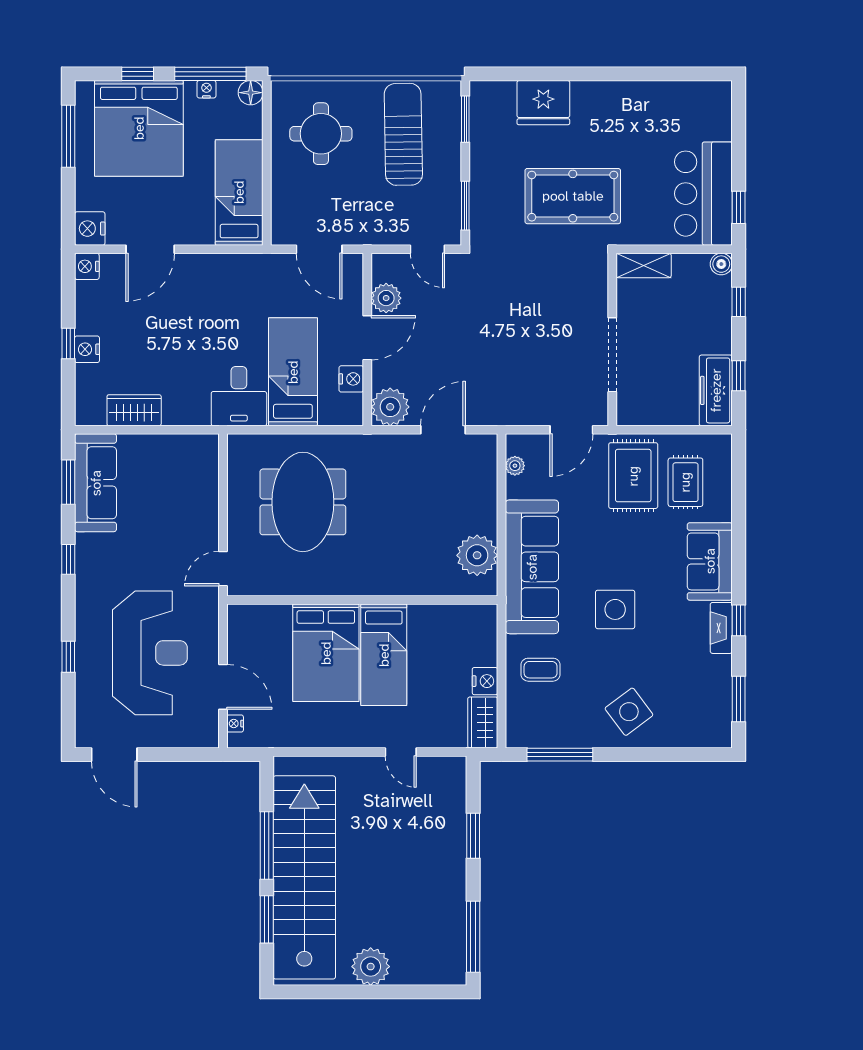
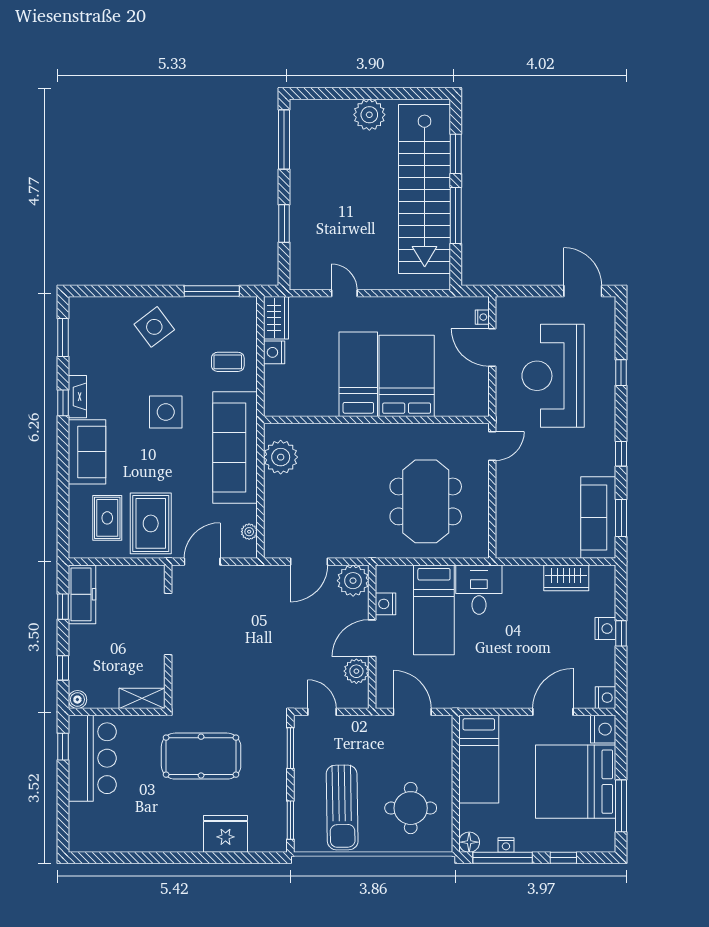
bed: (139, 128) -> (576, 782), moved, turned -90

